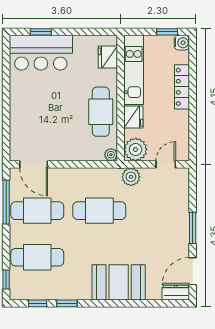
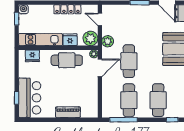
locker: (182, 87) -> (67, 9), moved
piano: (18, 114) -> (68, 112), added
door: (34, 164) -> (100, 68), moved

